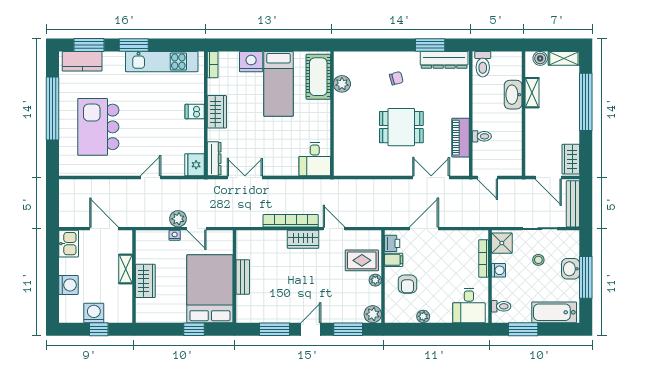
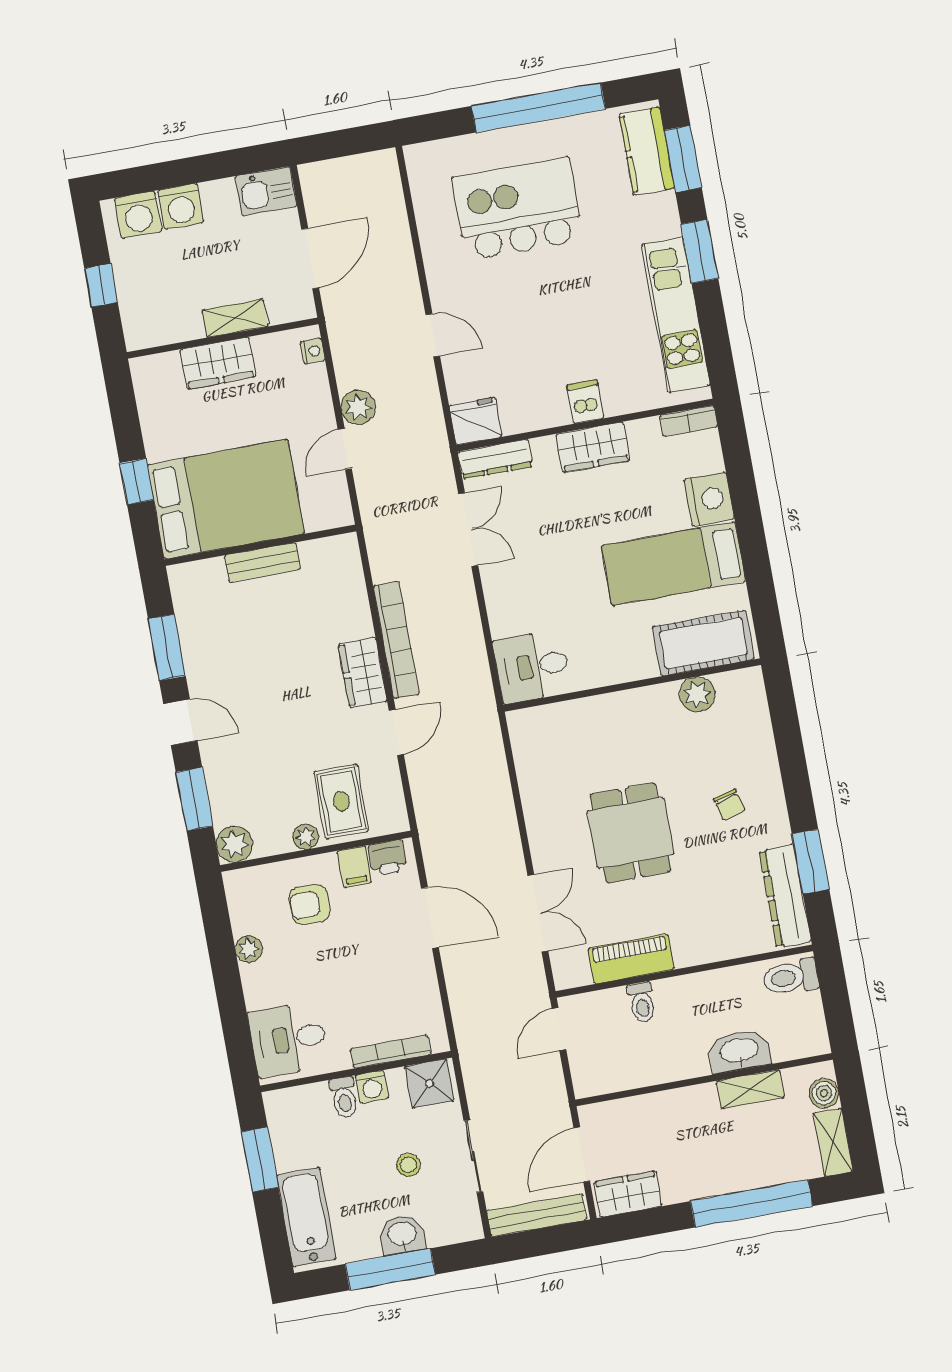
nightstand: (175, 235) -> (313, 351), moved
toilet: (501, 306) -> (344, 1097), moved
washing machine: (94, 313) -> (138, 215), moved, turned 90

